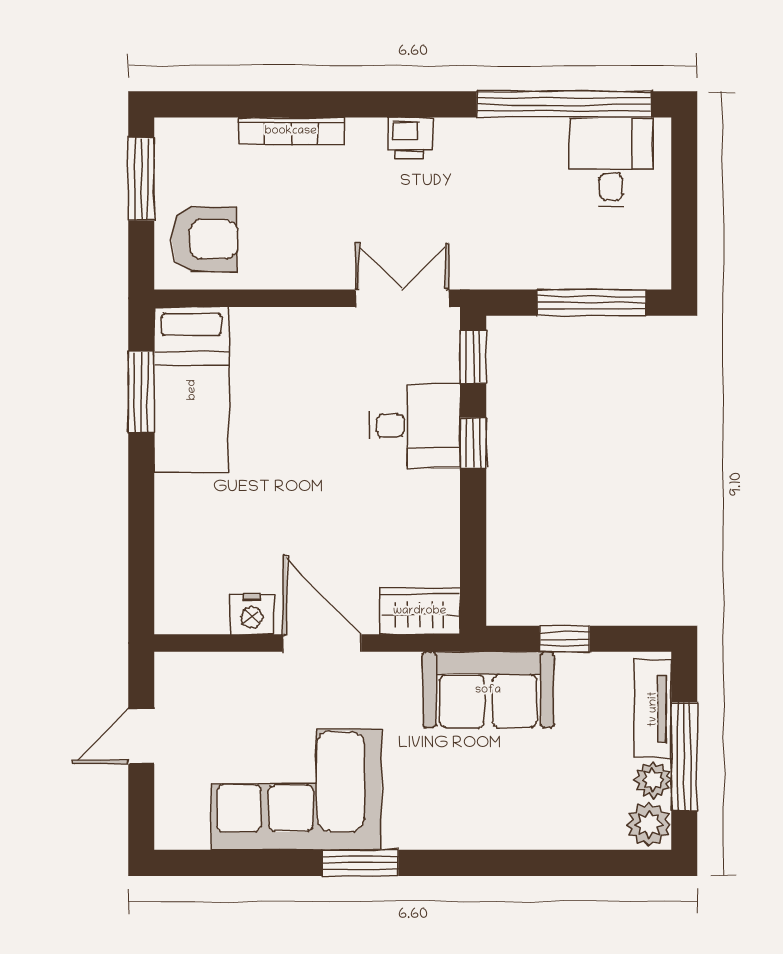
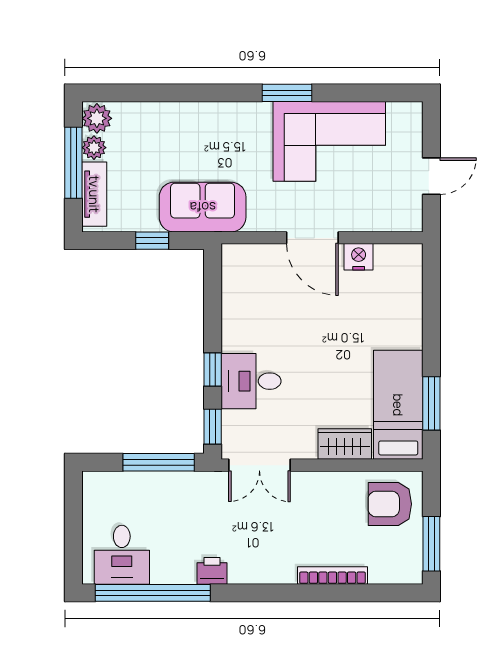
printer: (410, 138) -> (212, 571), moved
window: (592, 303) -> (159, 462), moved
wardrobe: (420, 611) -> (345, 444), moved, turned 180

